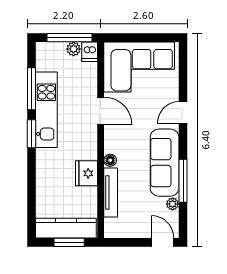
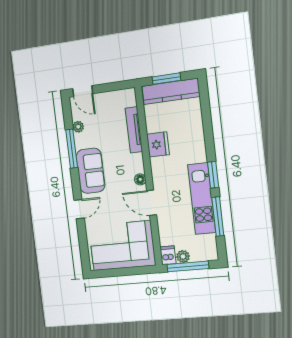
floor lamp: (110, 160) -> (140, 179), moved
sofa: (165, 163) -> (91, 171), width x0.73

